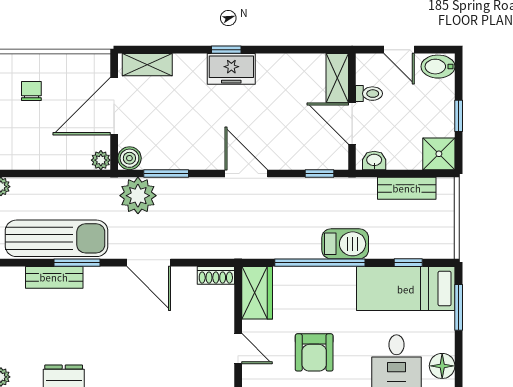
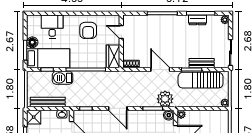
bench: (407, 188) -> (48, 102), width x1.36
barbecue: (345, 244) -> (63, 78), moved
armchair: (314, 352) -> (88, 30), turned 180
floor lamp: (442, 366) -> (32, 42), moved

